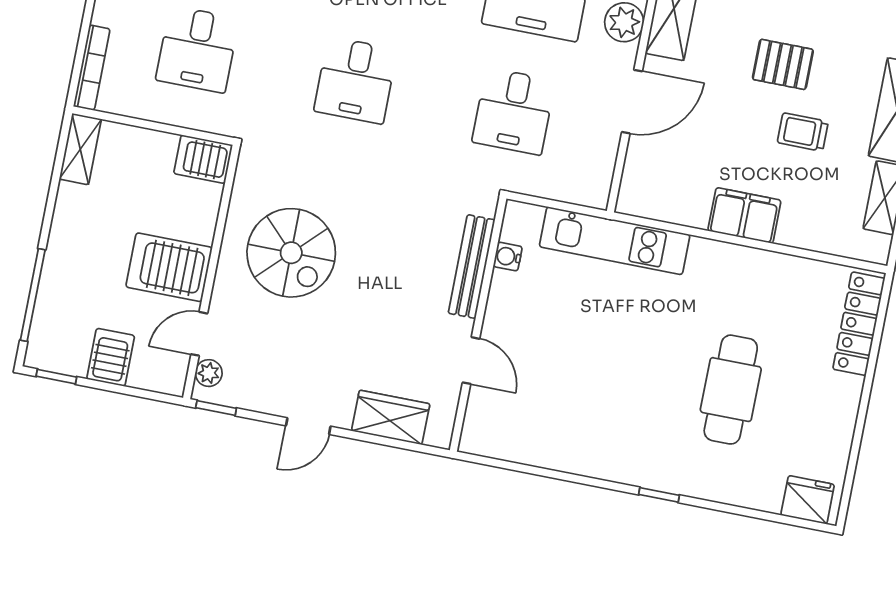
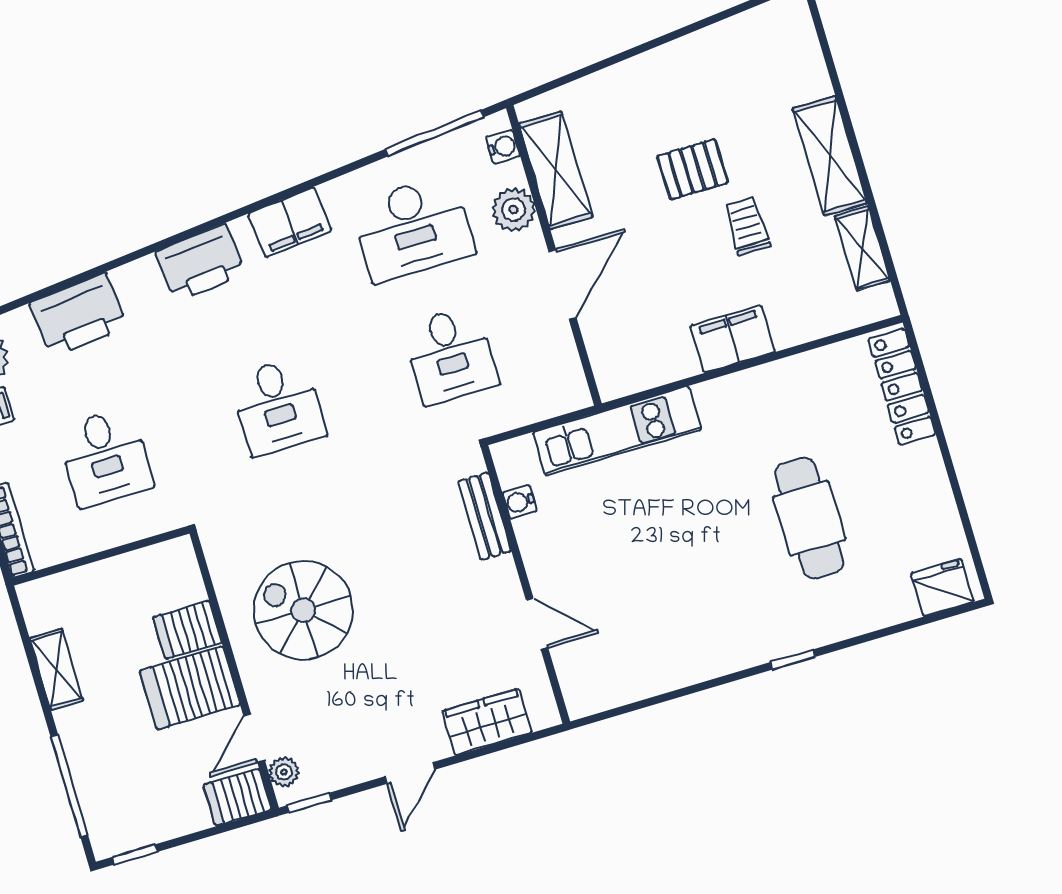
trolley: (803, 132) -> (747, 226), turned 90
shelving: (80, 149) -> (56, 669), moved
server rack: (203, 159) -> (187, 630), moved
spiral stairs: (291, 253) -> (303, 610), turned 180
bench: (472, 267) -> (485, 516), width x0.73
server rack: (111, 357) -> (237, 797), moved, turned -90

